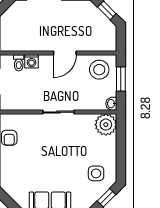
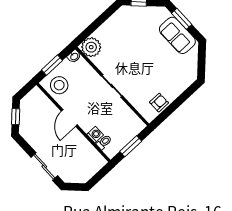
door: (65, 53) -> (69, 118), swing flipped
side table: (96, 173) -> (129, 24), removed

